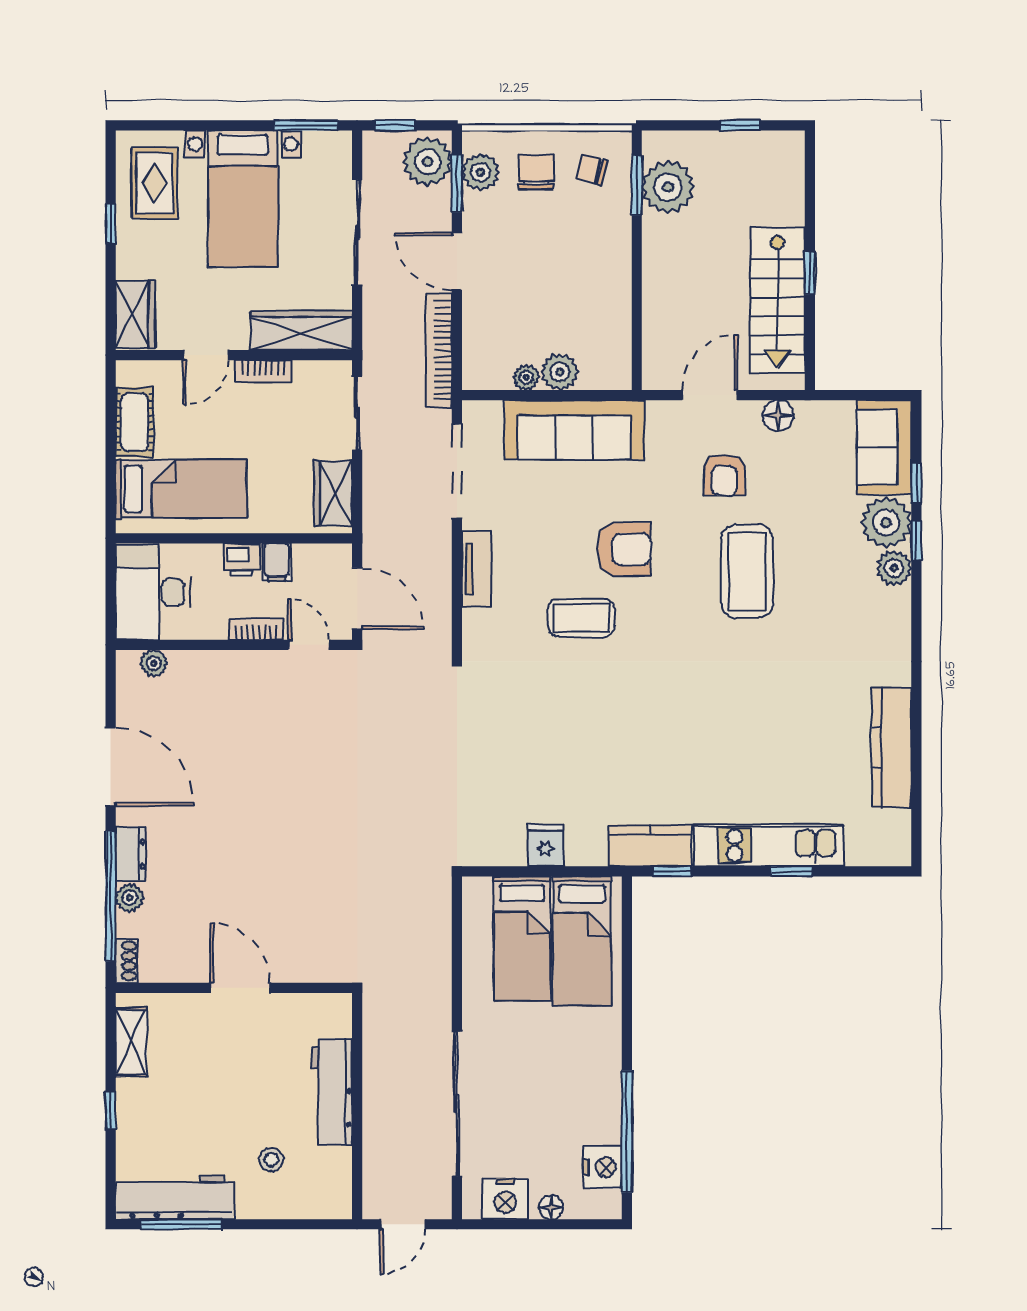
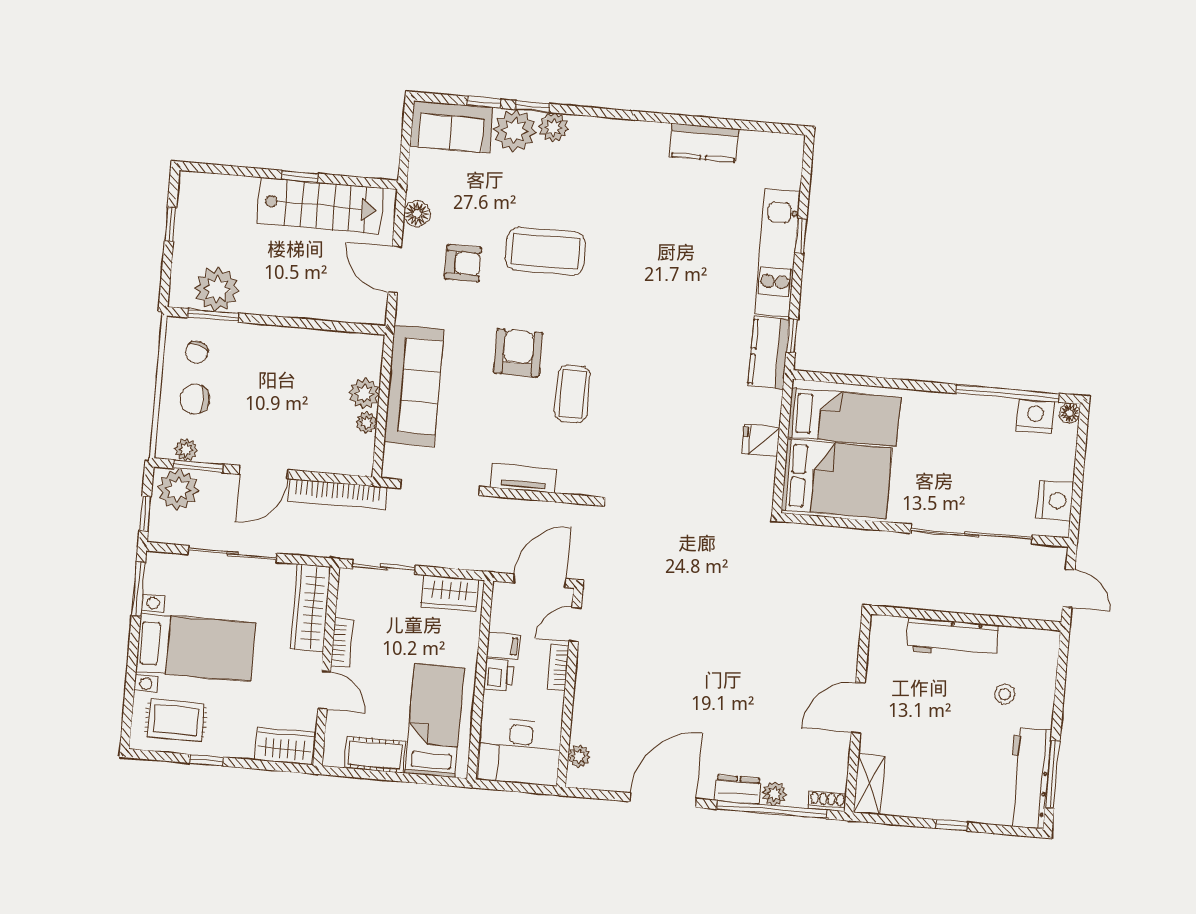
plant: (480, 172) -> (186, 450), width x0.73, depth x0.73
kitchen counter: (891, 748) -> (704, 143), width x0.67
bed: (522, 939) -> (837, 479), width x1.50
shelving: (131, 1042) -> (869, 784), moved, turned 90
floor lamp: (551, 1207) -> (1070, 413), moved

